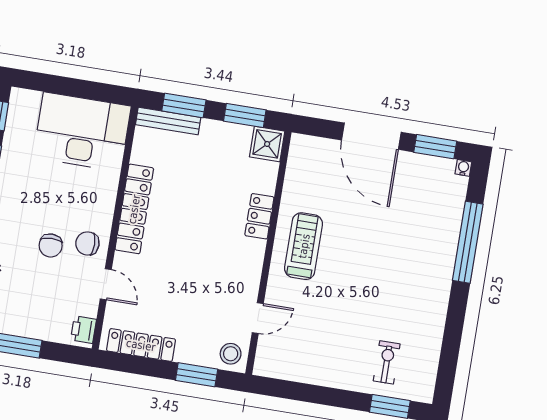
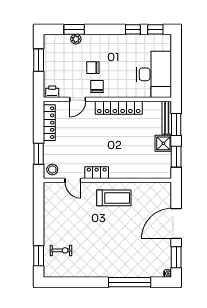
shower: (267, 144) -> (163, 143), moved
locker: (259, 216) -> (97, 173), moved

